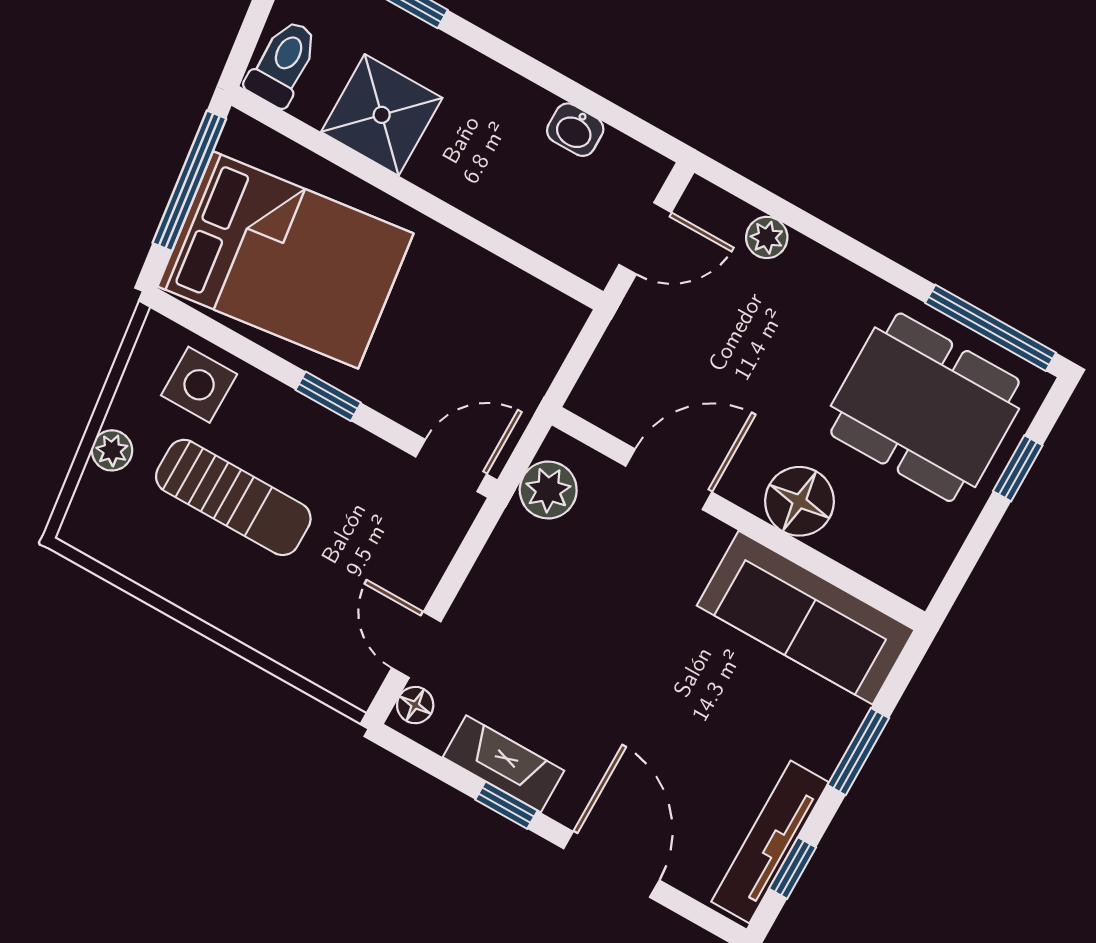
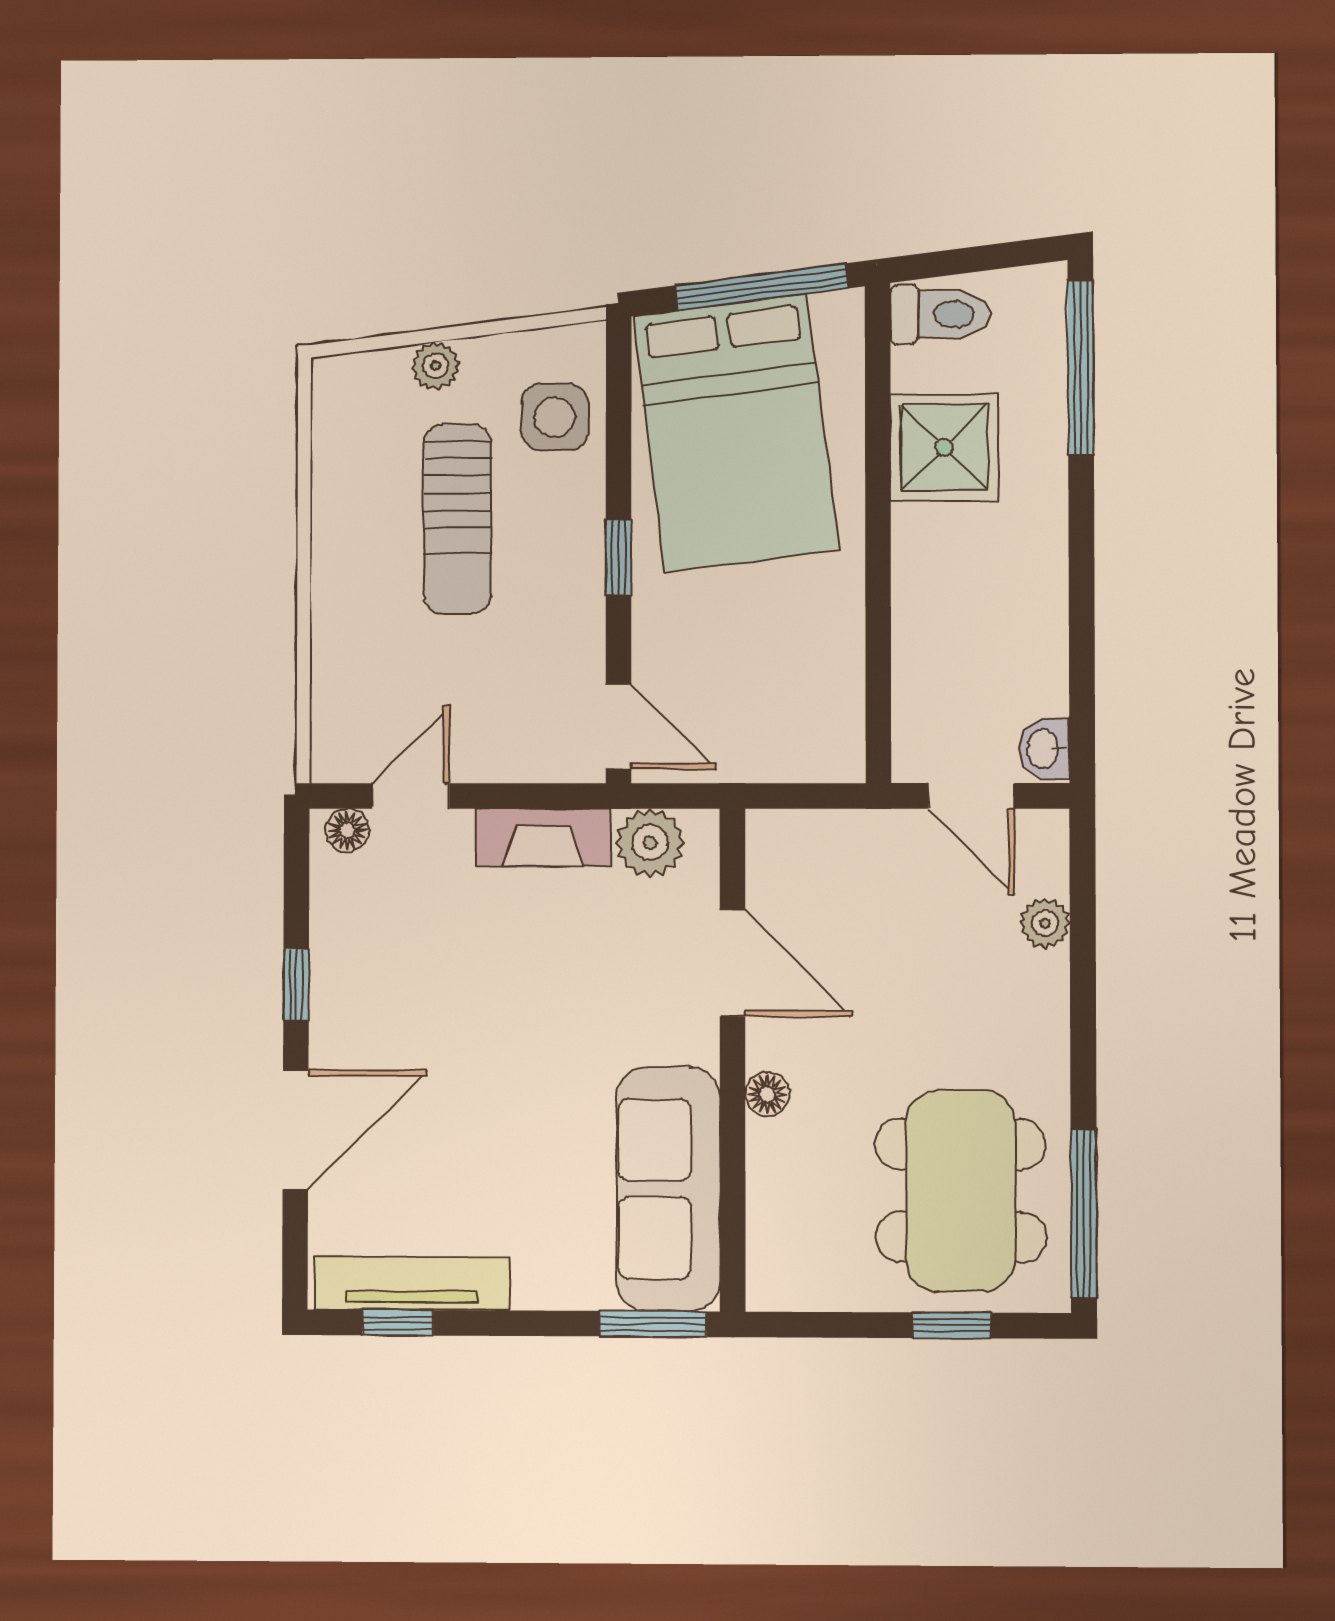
washbasin: (575, 130) -> (1044, 749), moved
floor lamp: (799, 501) -> (767, 1094), width x0.53, depth x0.53
window: (858, 752) -> (653, 1324), moved
fireplace: (504, 764) -> (543, 837), moved, turned 90

